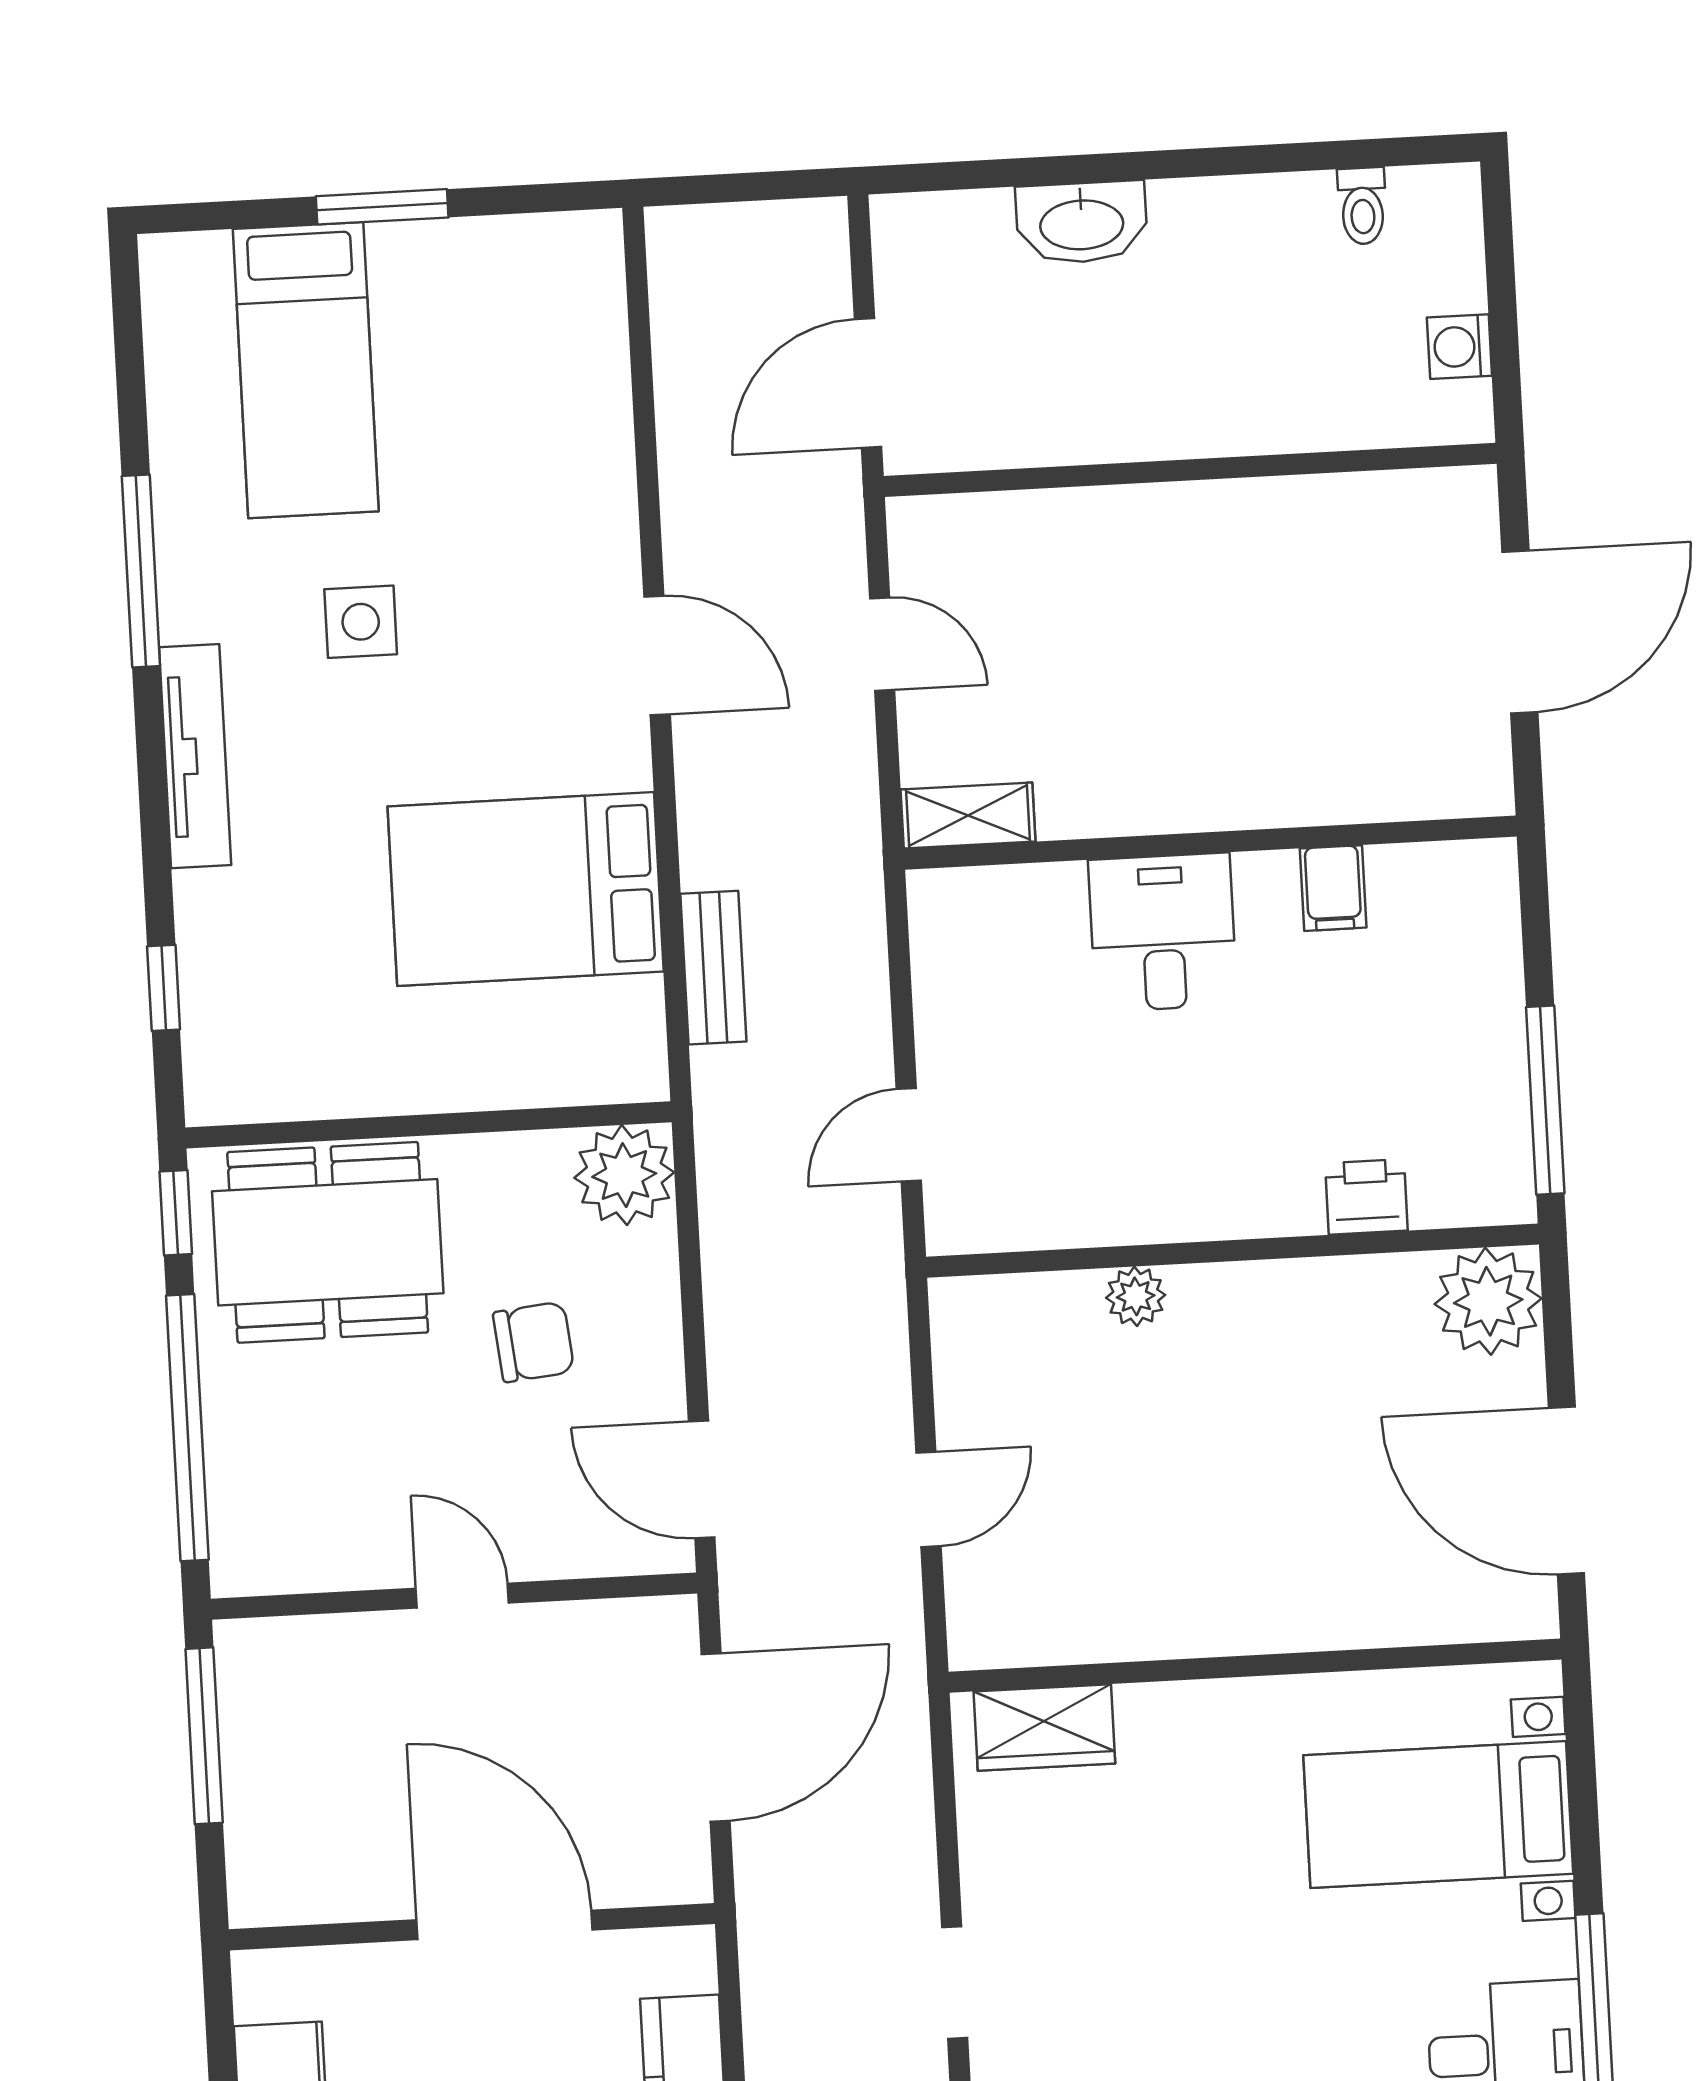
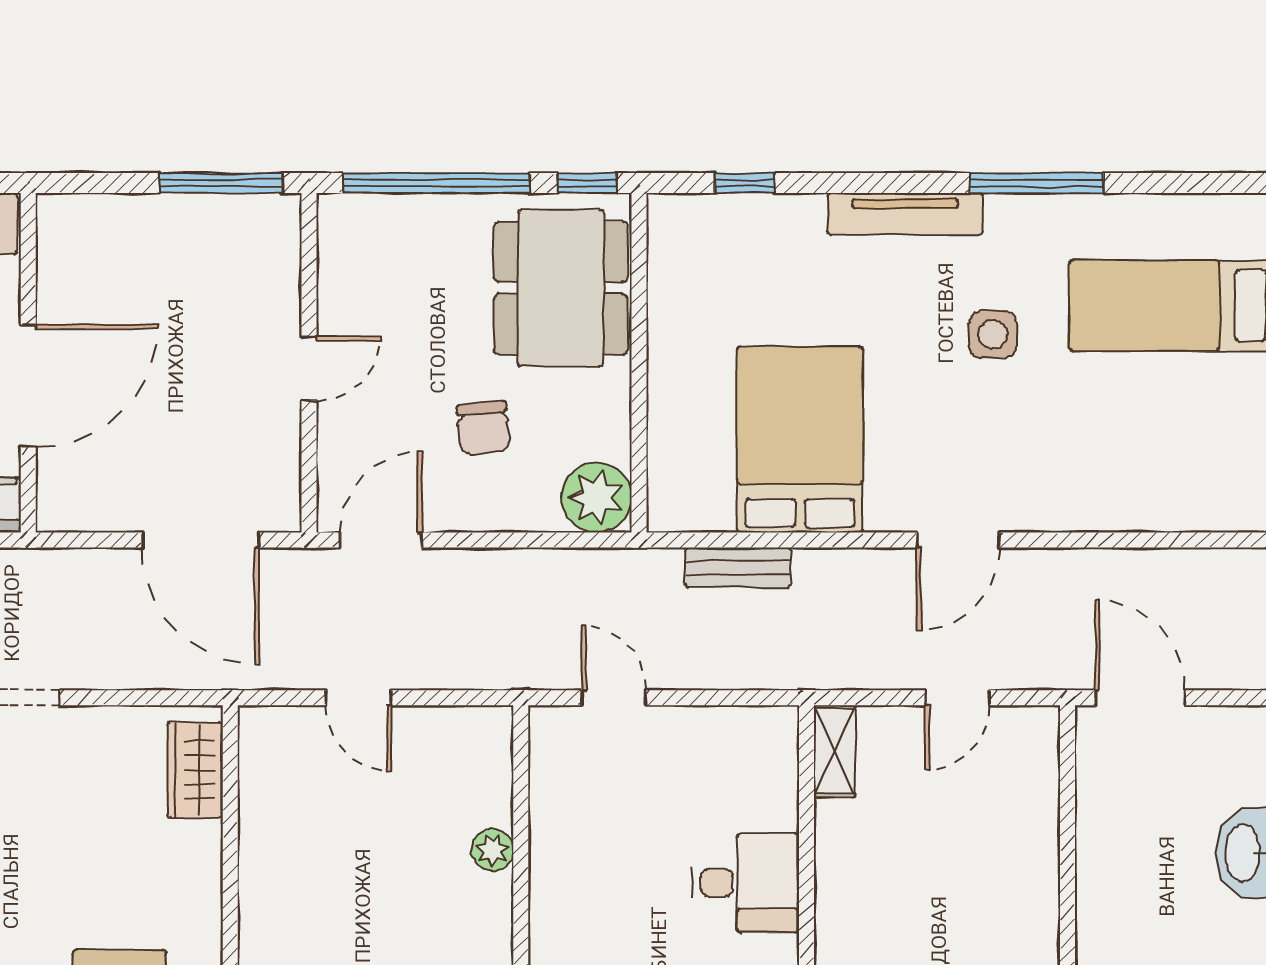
door: (505, 1925) -> (28, 386), moved
wall: (472, 1927) -> (28, 363), moved

